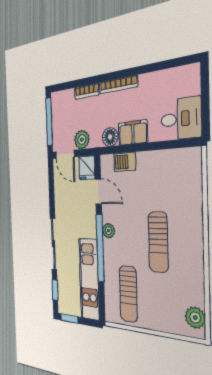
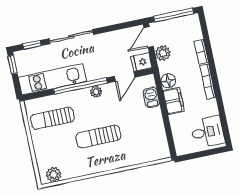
desk: (181, 119) -> (207, 132), moved, turned -90

